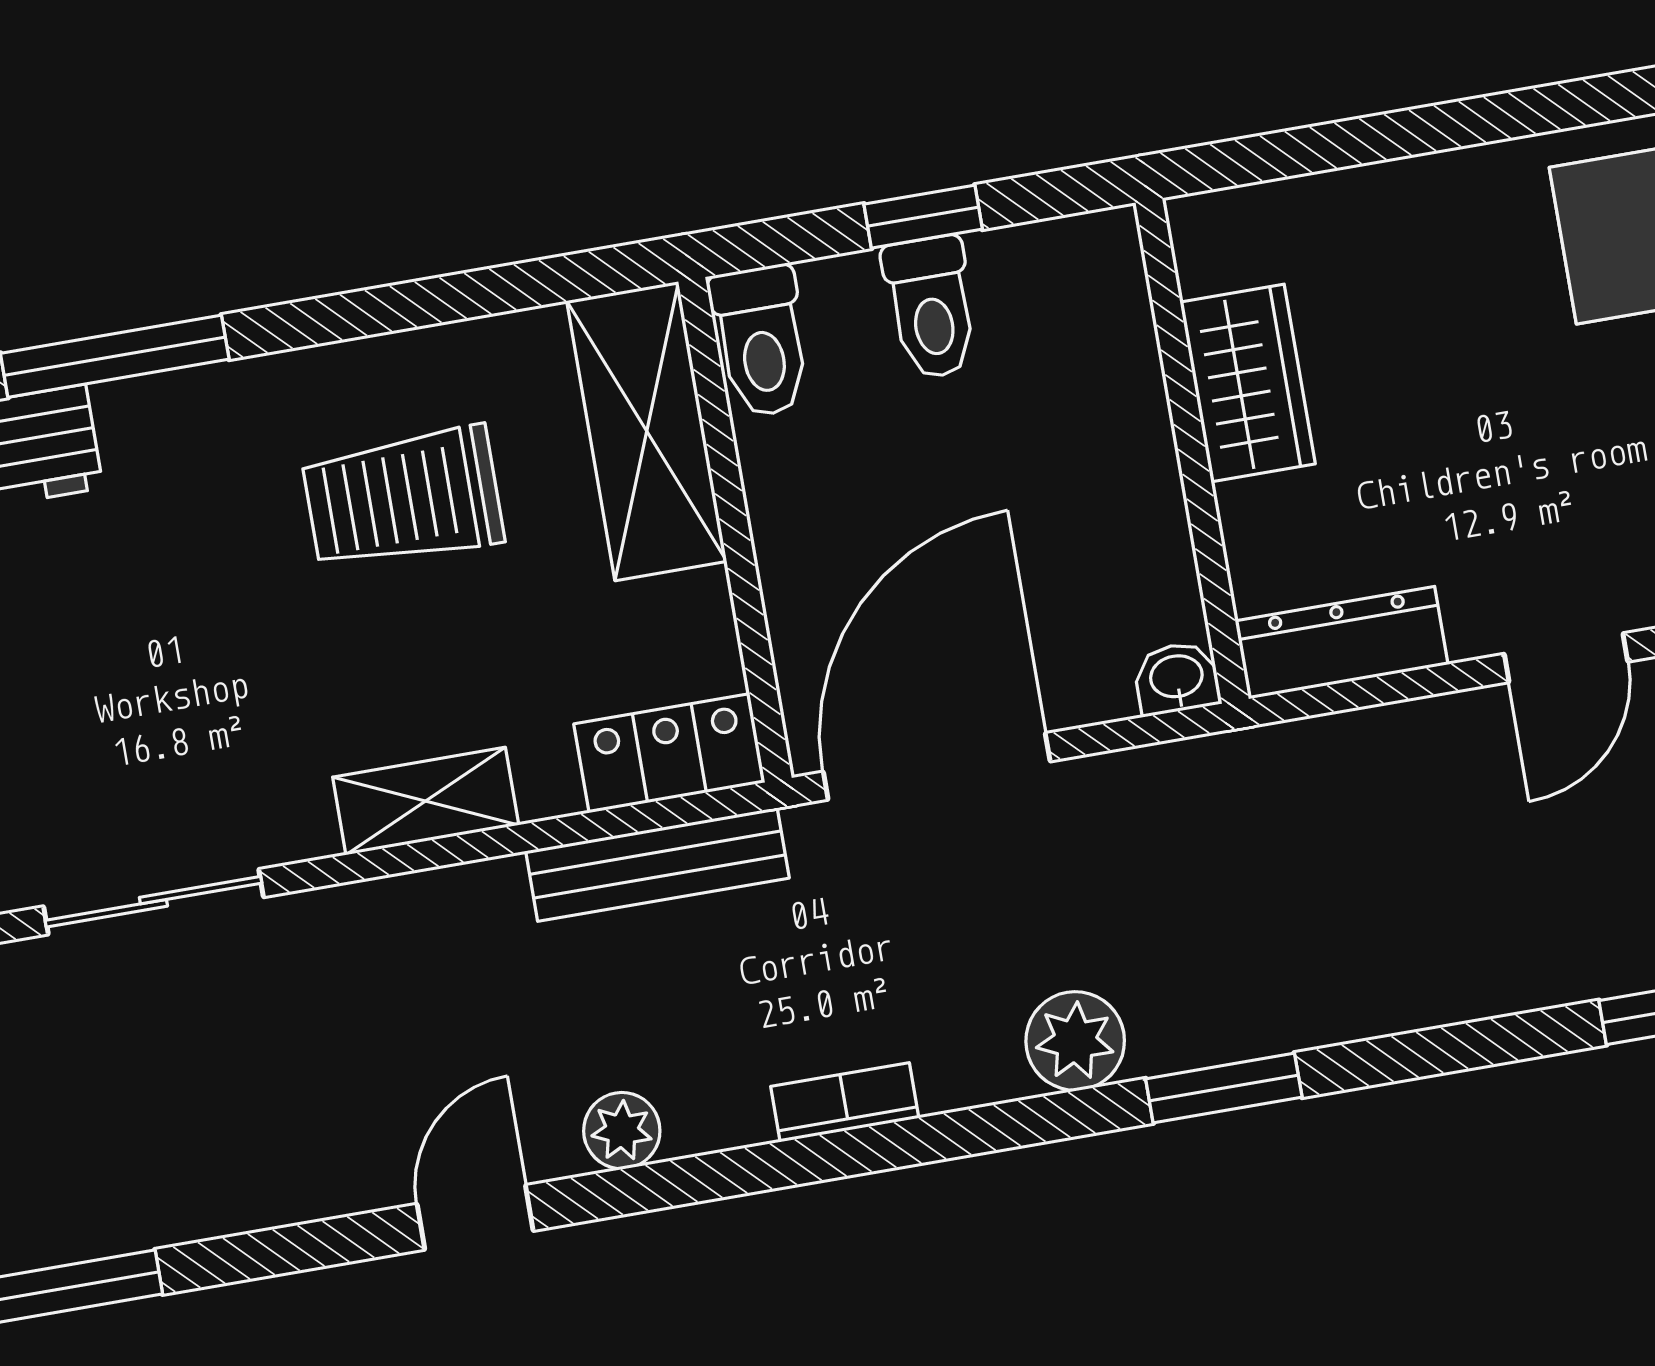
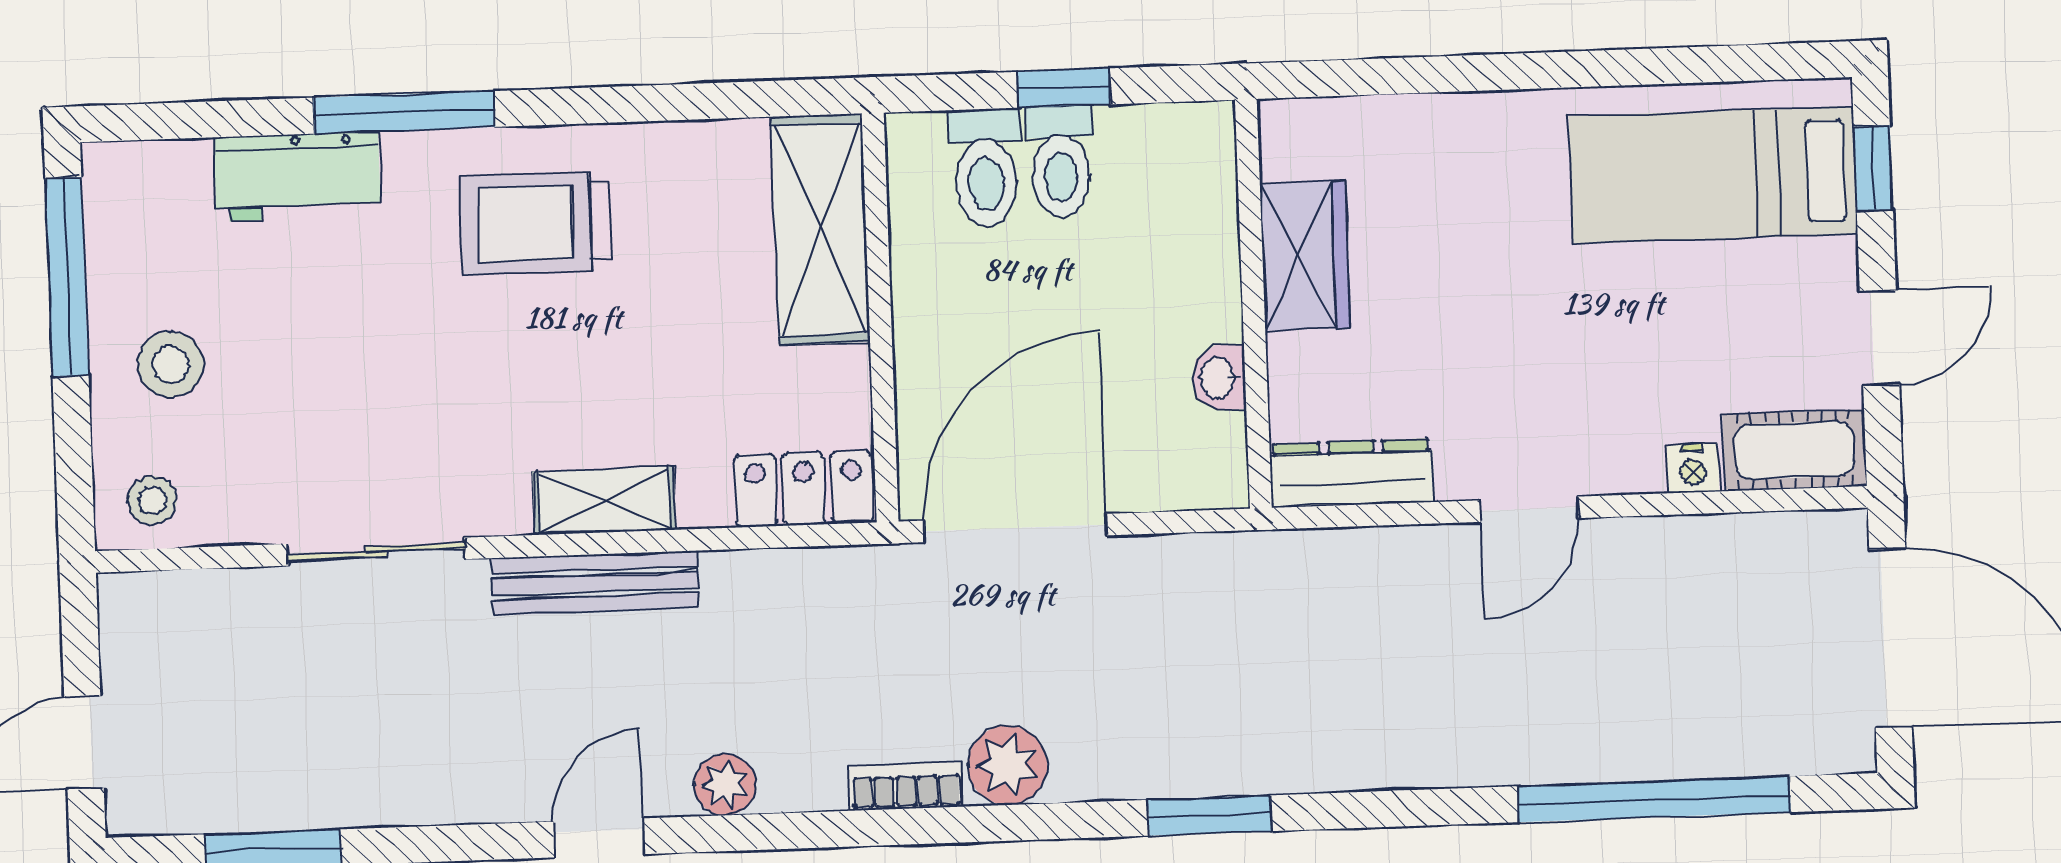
toilet: (761, 341) -> (986, 168), moved
trolley: (403, 498) -> (536, 223), moved
washbasin: (1177, 678) -> (1219, 378), moved, turned -90
bench: (657, 865) -> (595, 583), moved
plant: (1075, 1041) -> (1007, 765), moved

